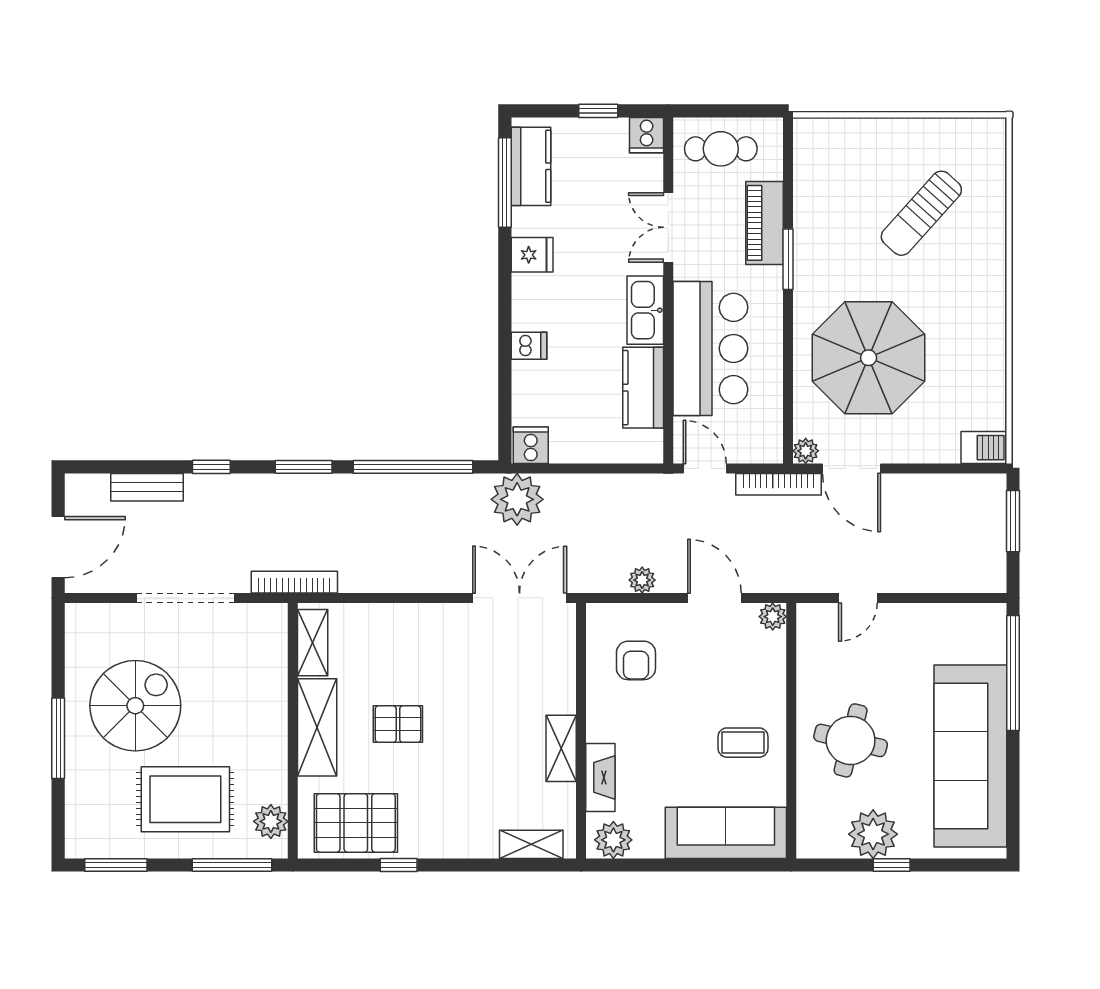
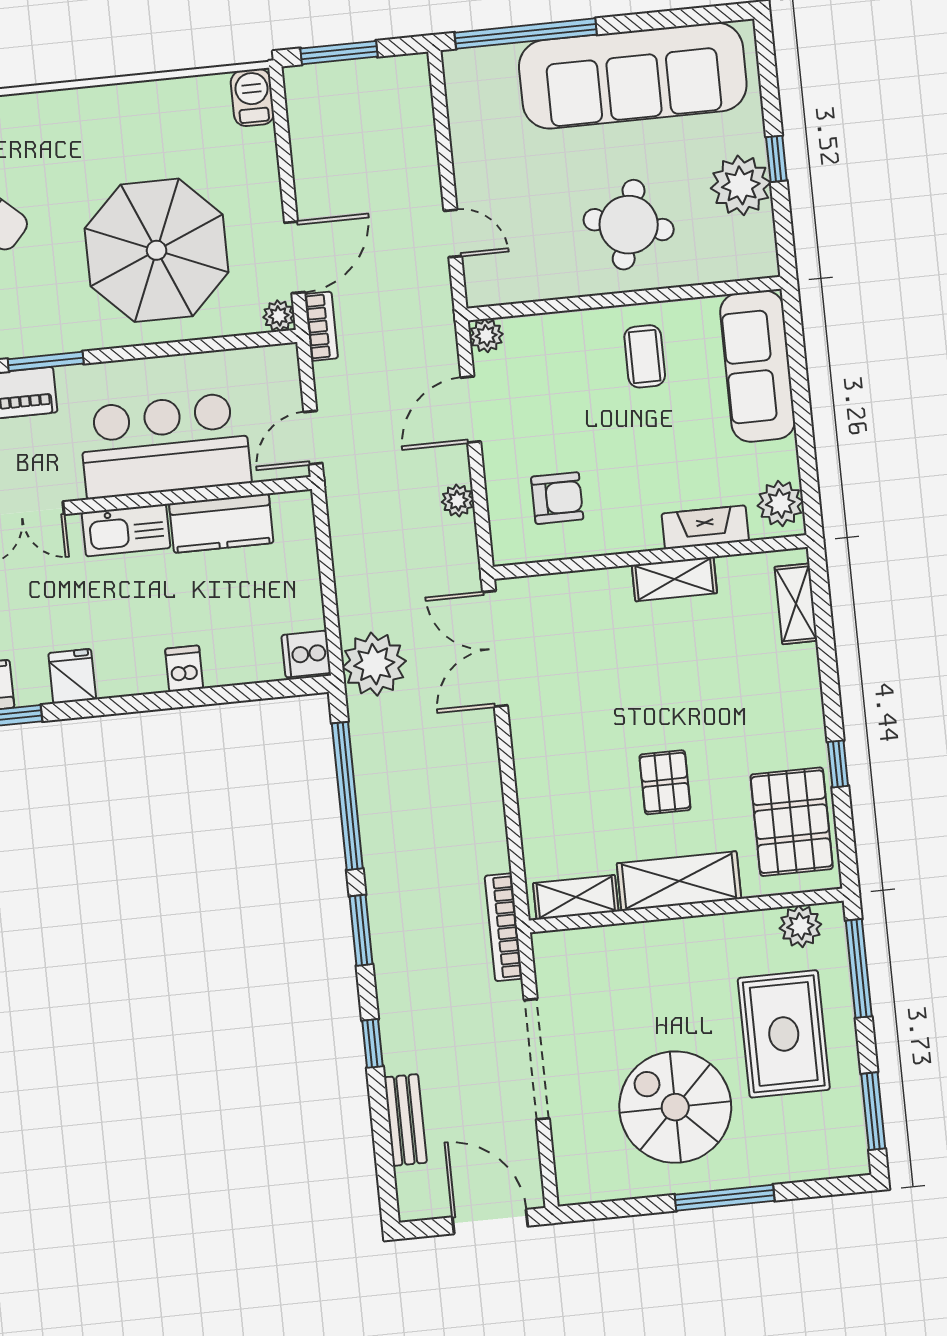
bookcase: (779, 484) -> (321, 326), width x0.64

